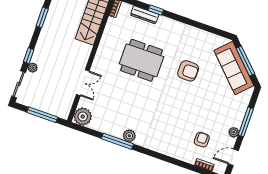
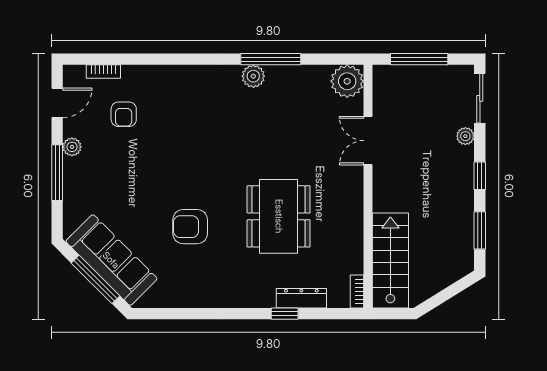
window: (29, 56) -> (480, 176), moved
dining table: (142, 60) -> (279, 216), turned 90

